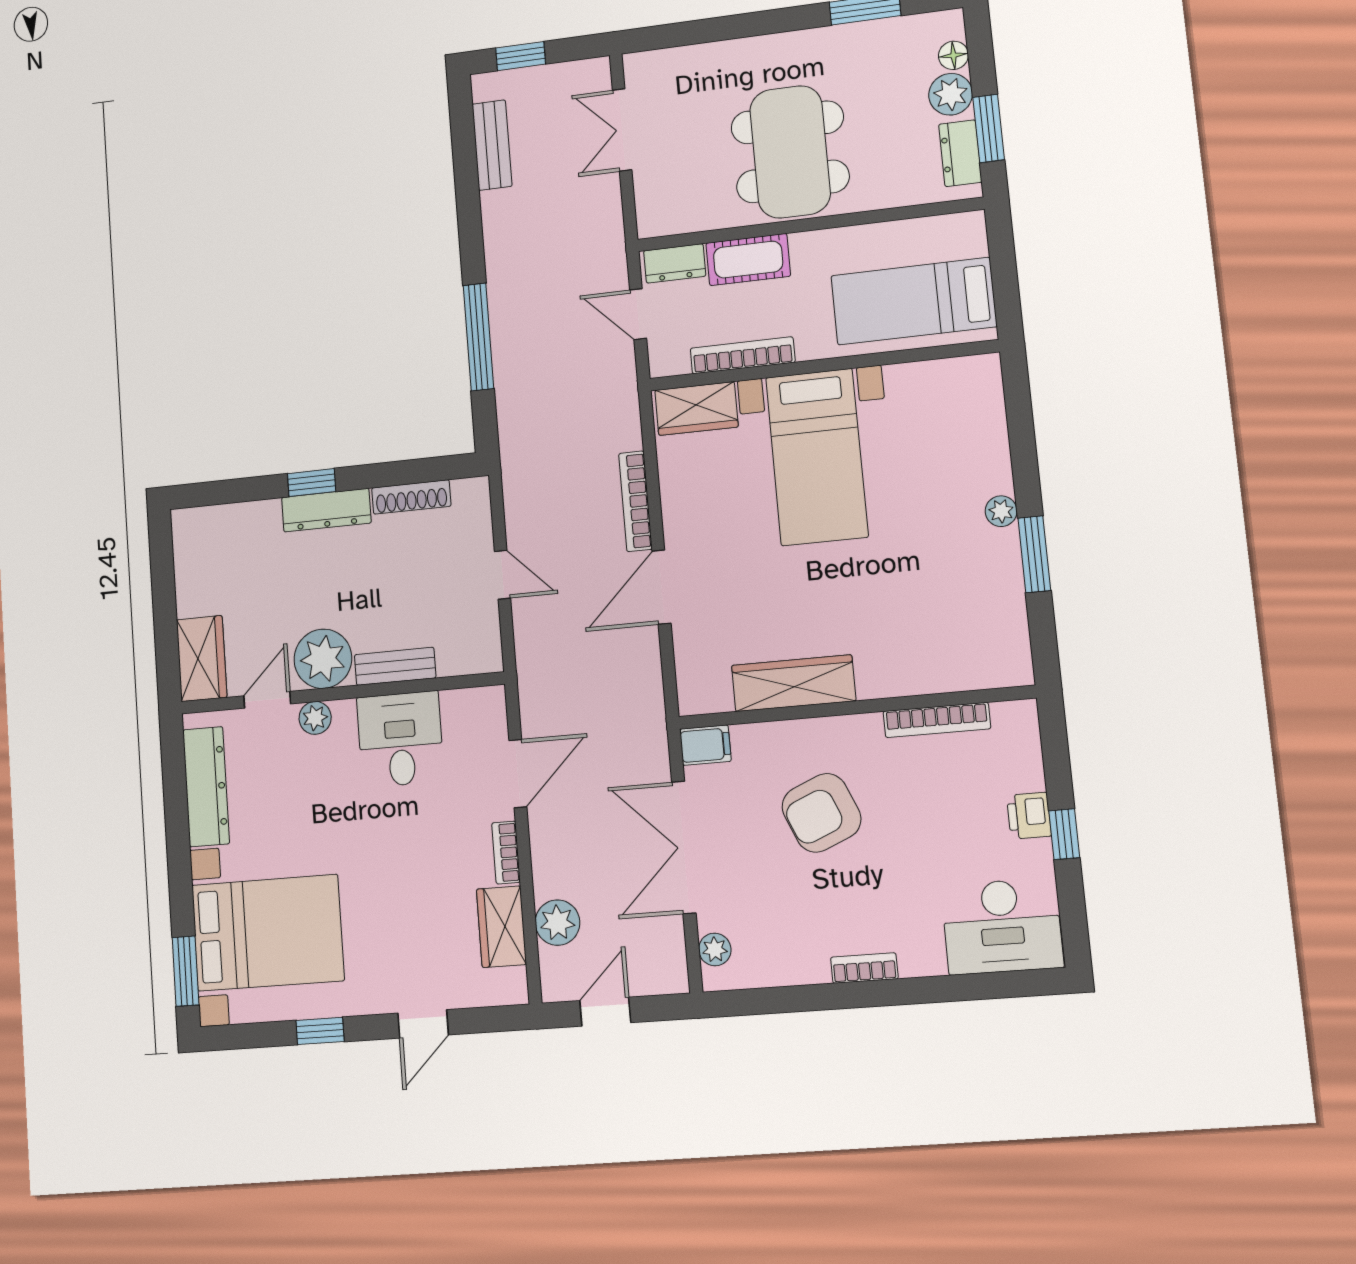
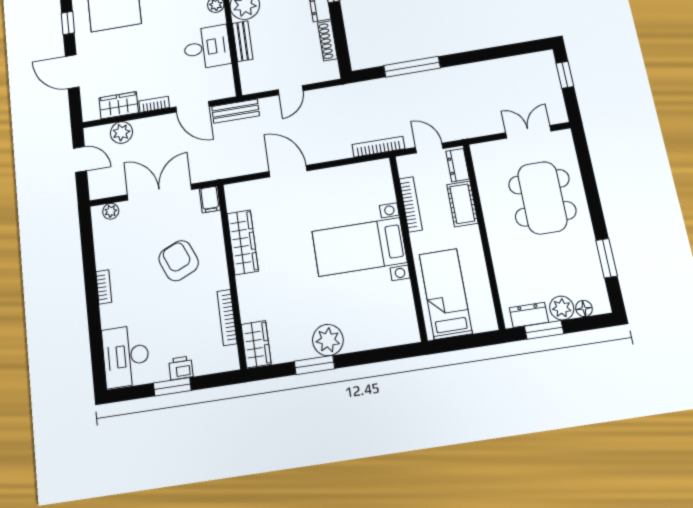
bench: (492, 145) -> (236, 111), moved
dining table: (790, 152) -> (542, 198), moved, turned 90
door: (638, 314) -> (429, 148), hinge flipped
wardrobe: (696, 409) -> (256, 344), moved, turned 180
bookcase: (635, 501) -> (378, 147), moved
plant: (1001, 511) -> (328, 340), width x1.88, depth x1.88
window: (1064, 834) -> (172, 387), width x1.50
door: (423, 1024) -> (72, 72), width x1.38

